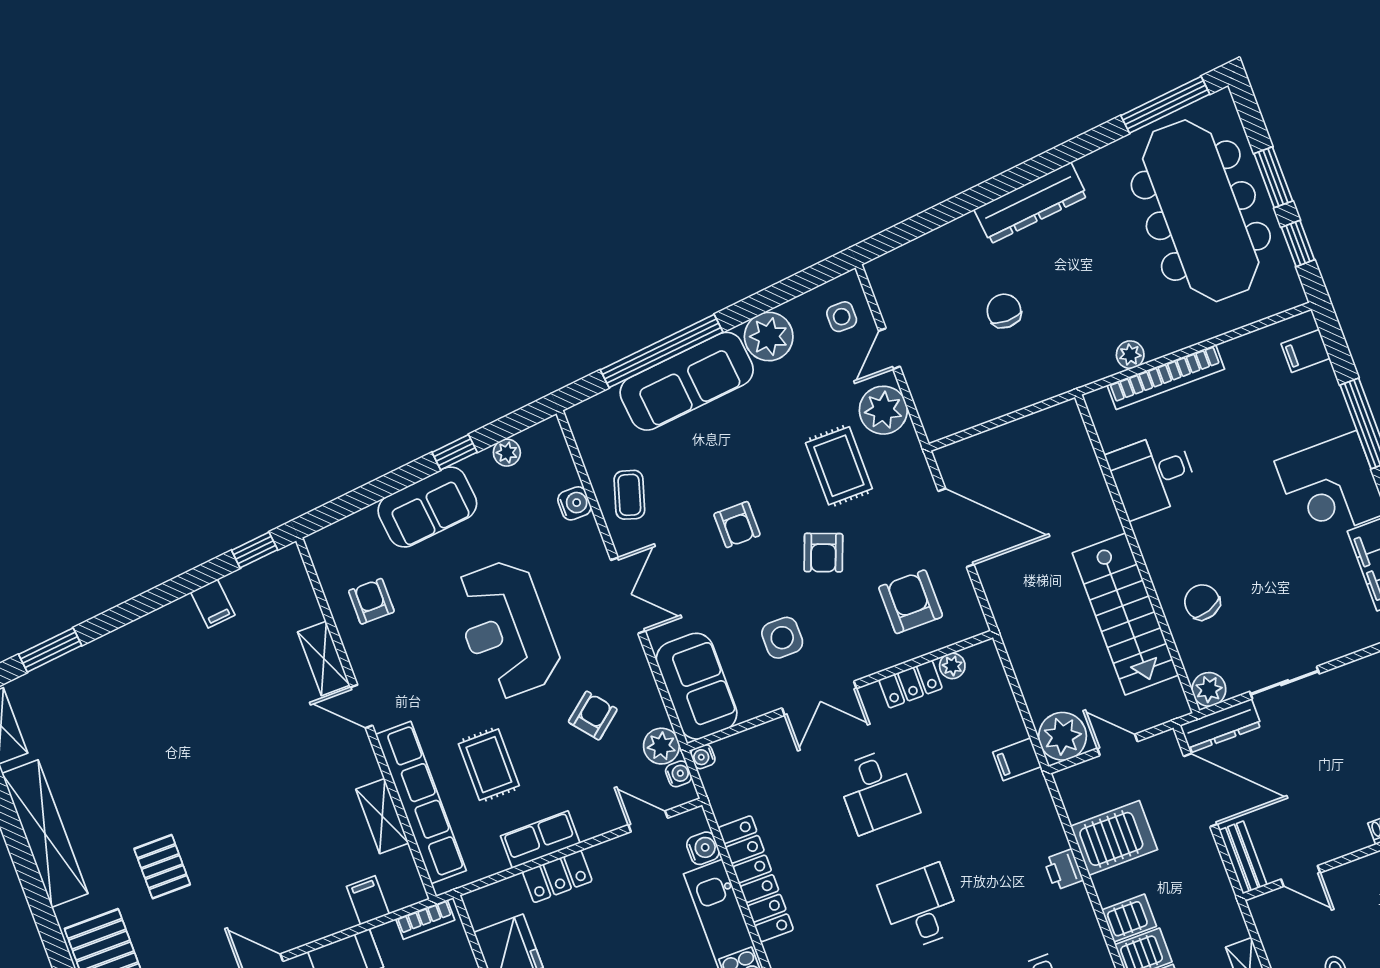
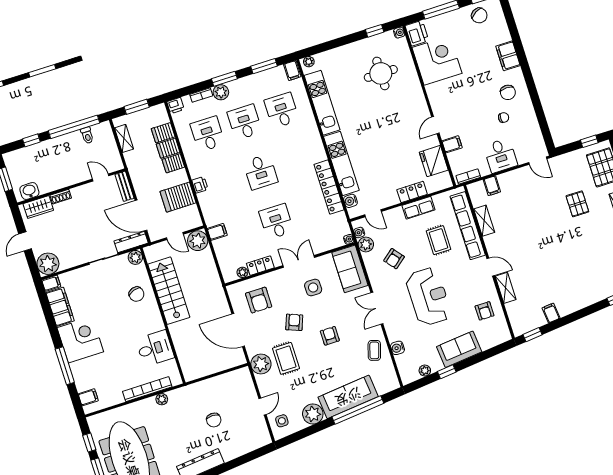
plant: (883, 410) -> (261, 364), moved

